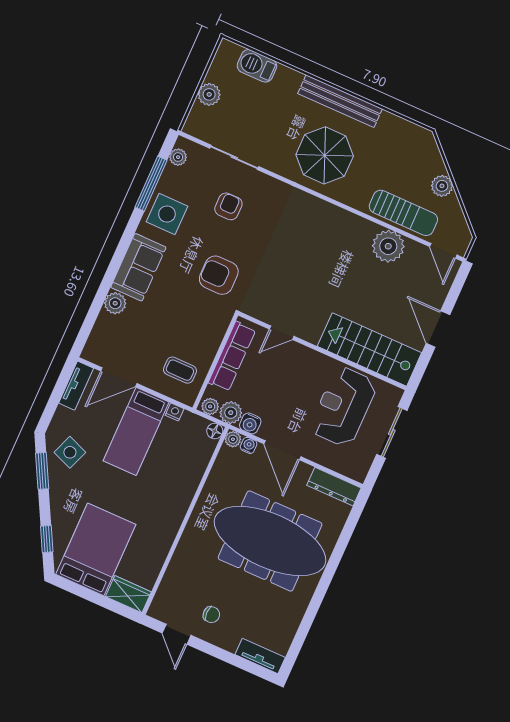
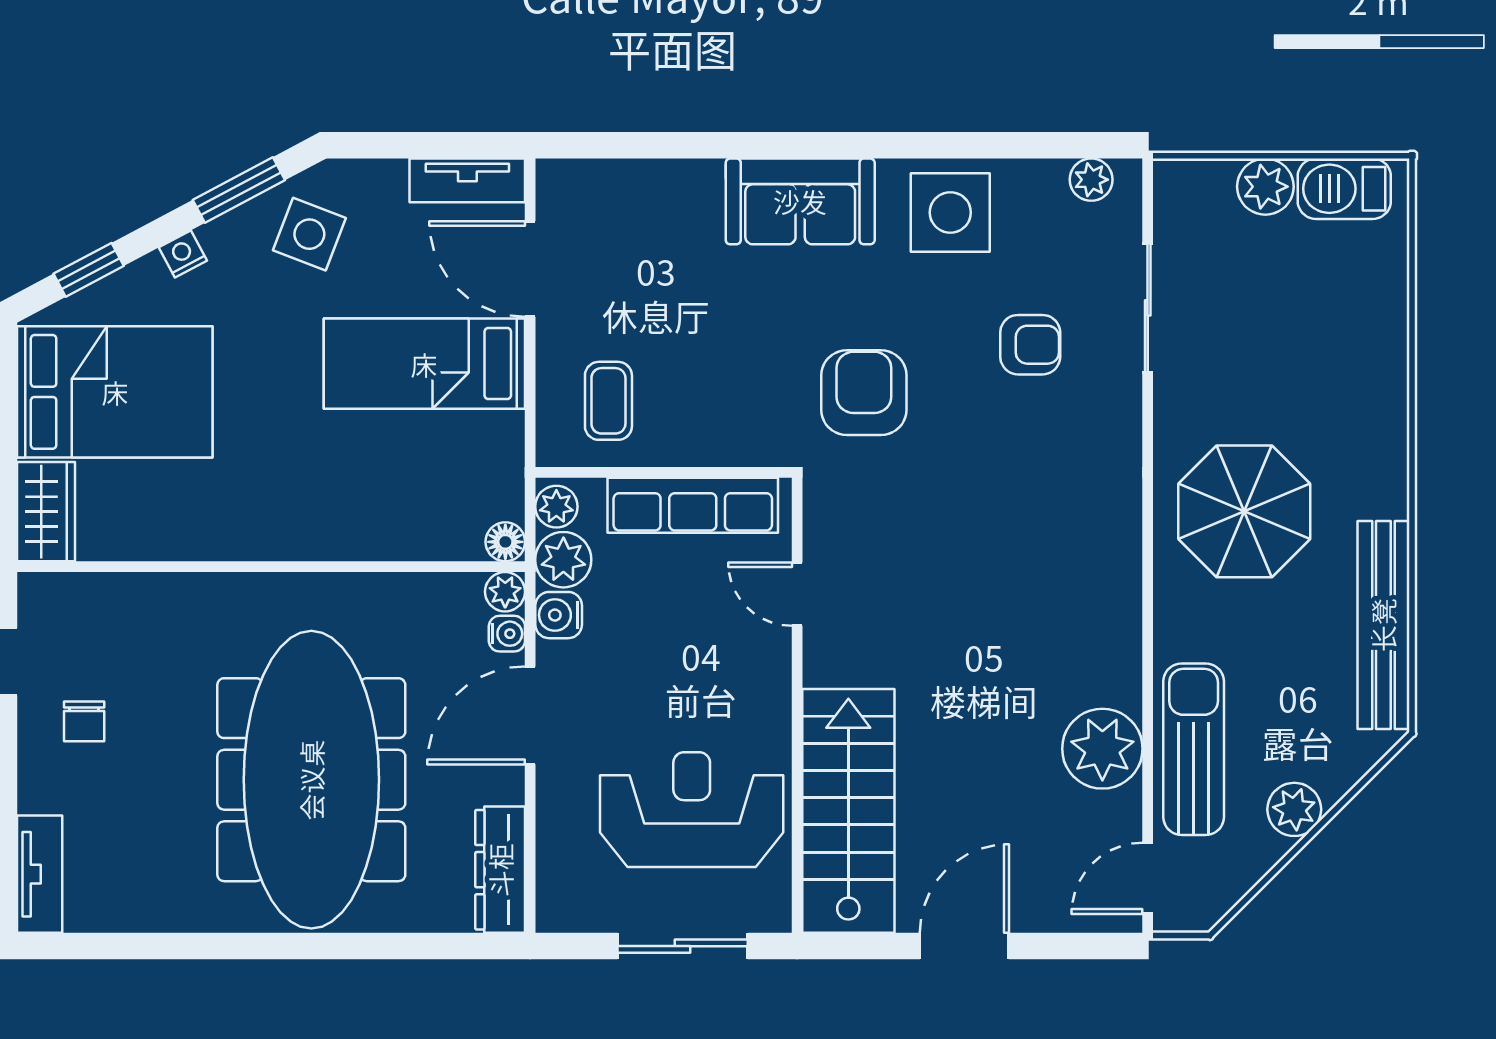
barbecue: (257, 66) -> (1344, 189), moved, turned -90
bench: (340, 101) -> (1383, 625), moved
window: (151, 184) -> (1003, 145), removed
sun lounger: (403, 213) -> (1194, 749), turned 180
plant: (115, 303) -> (695, 185), removed
nightstand: (175, 412) -> (183, 254), moved, turned -118

